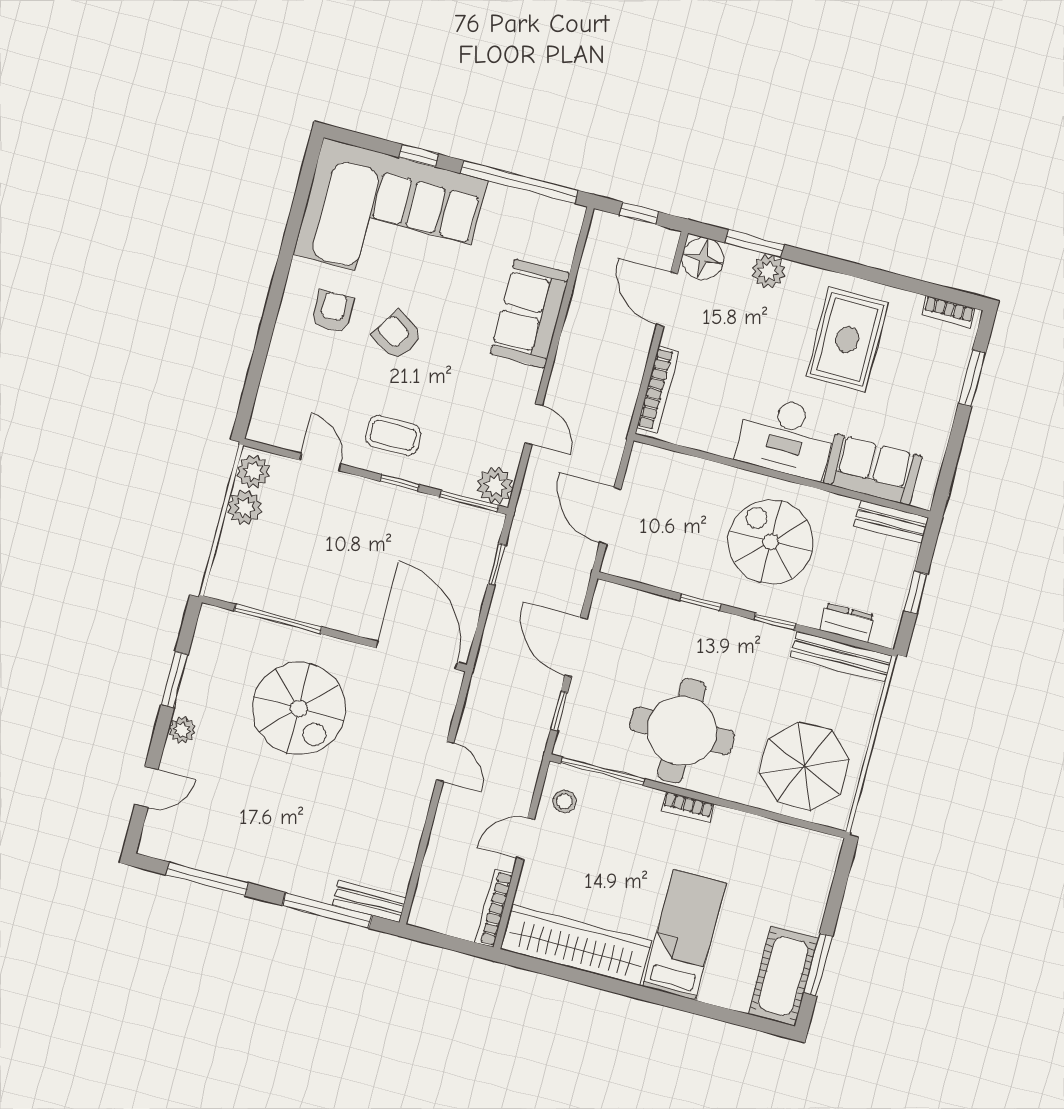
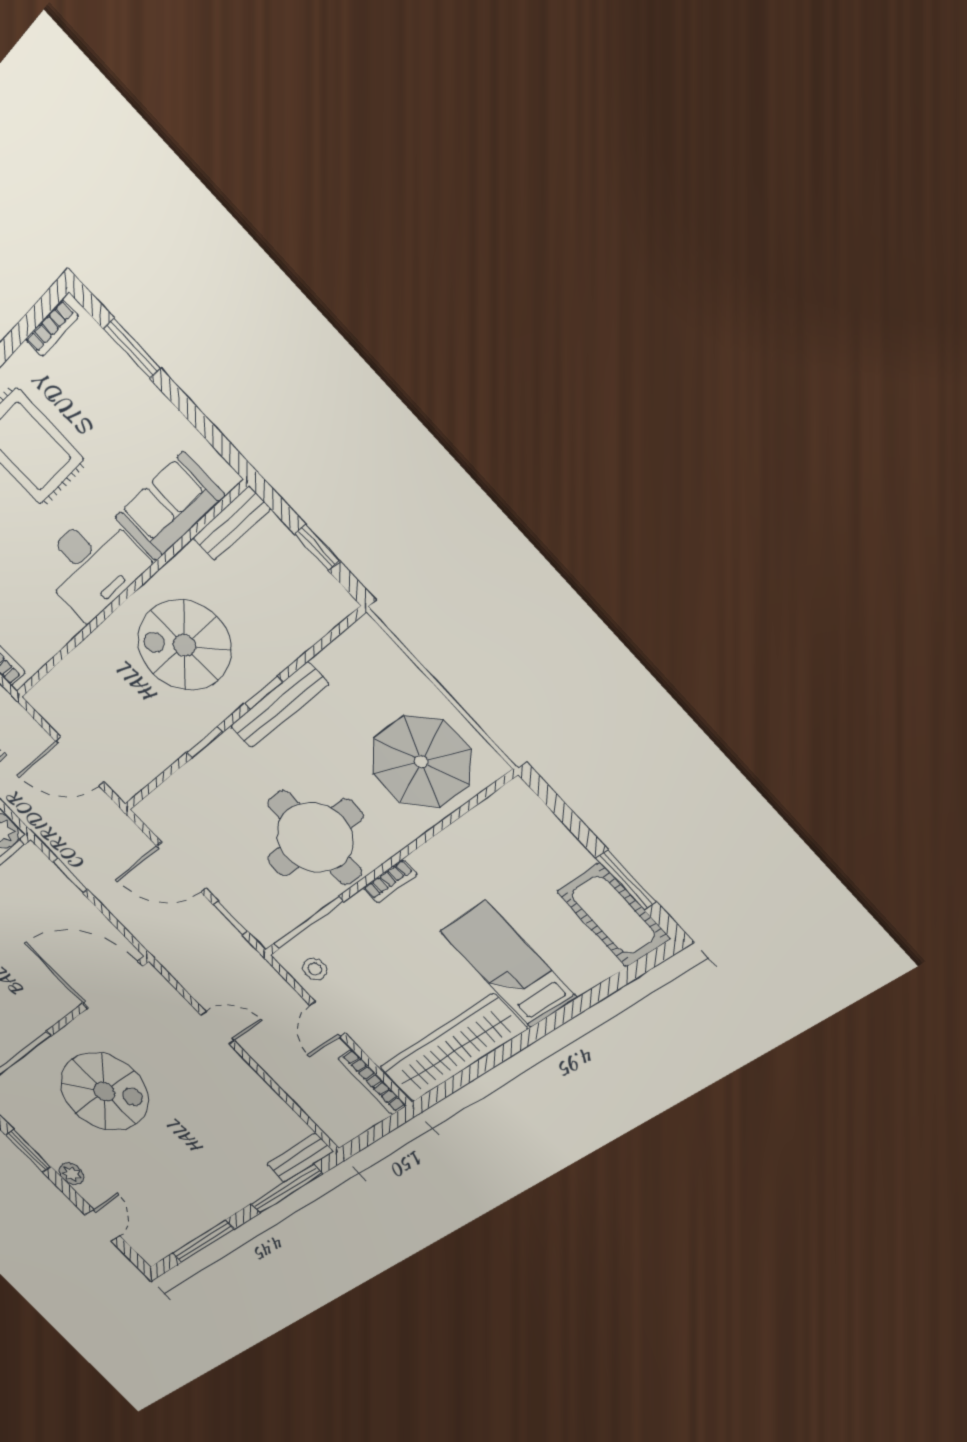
dresser: (847, 623) -> (306, 631), removed
bench: (841, 657) -> (279, 705), moved

